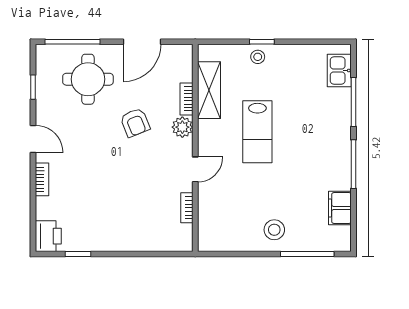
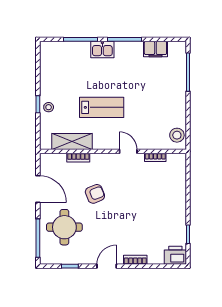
kitchen sink: (339, 70) -> (102, 49), moved
plant: (182, 127) -> (98, 160), removed
stool: (274, 230) -> (177, 135), moved

